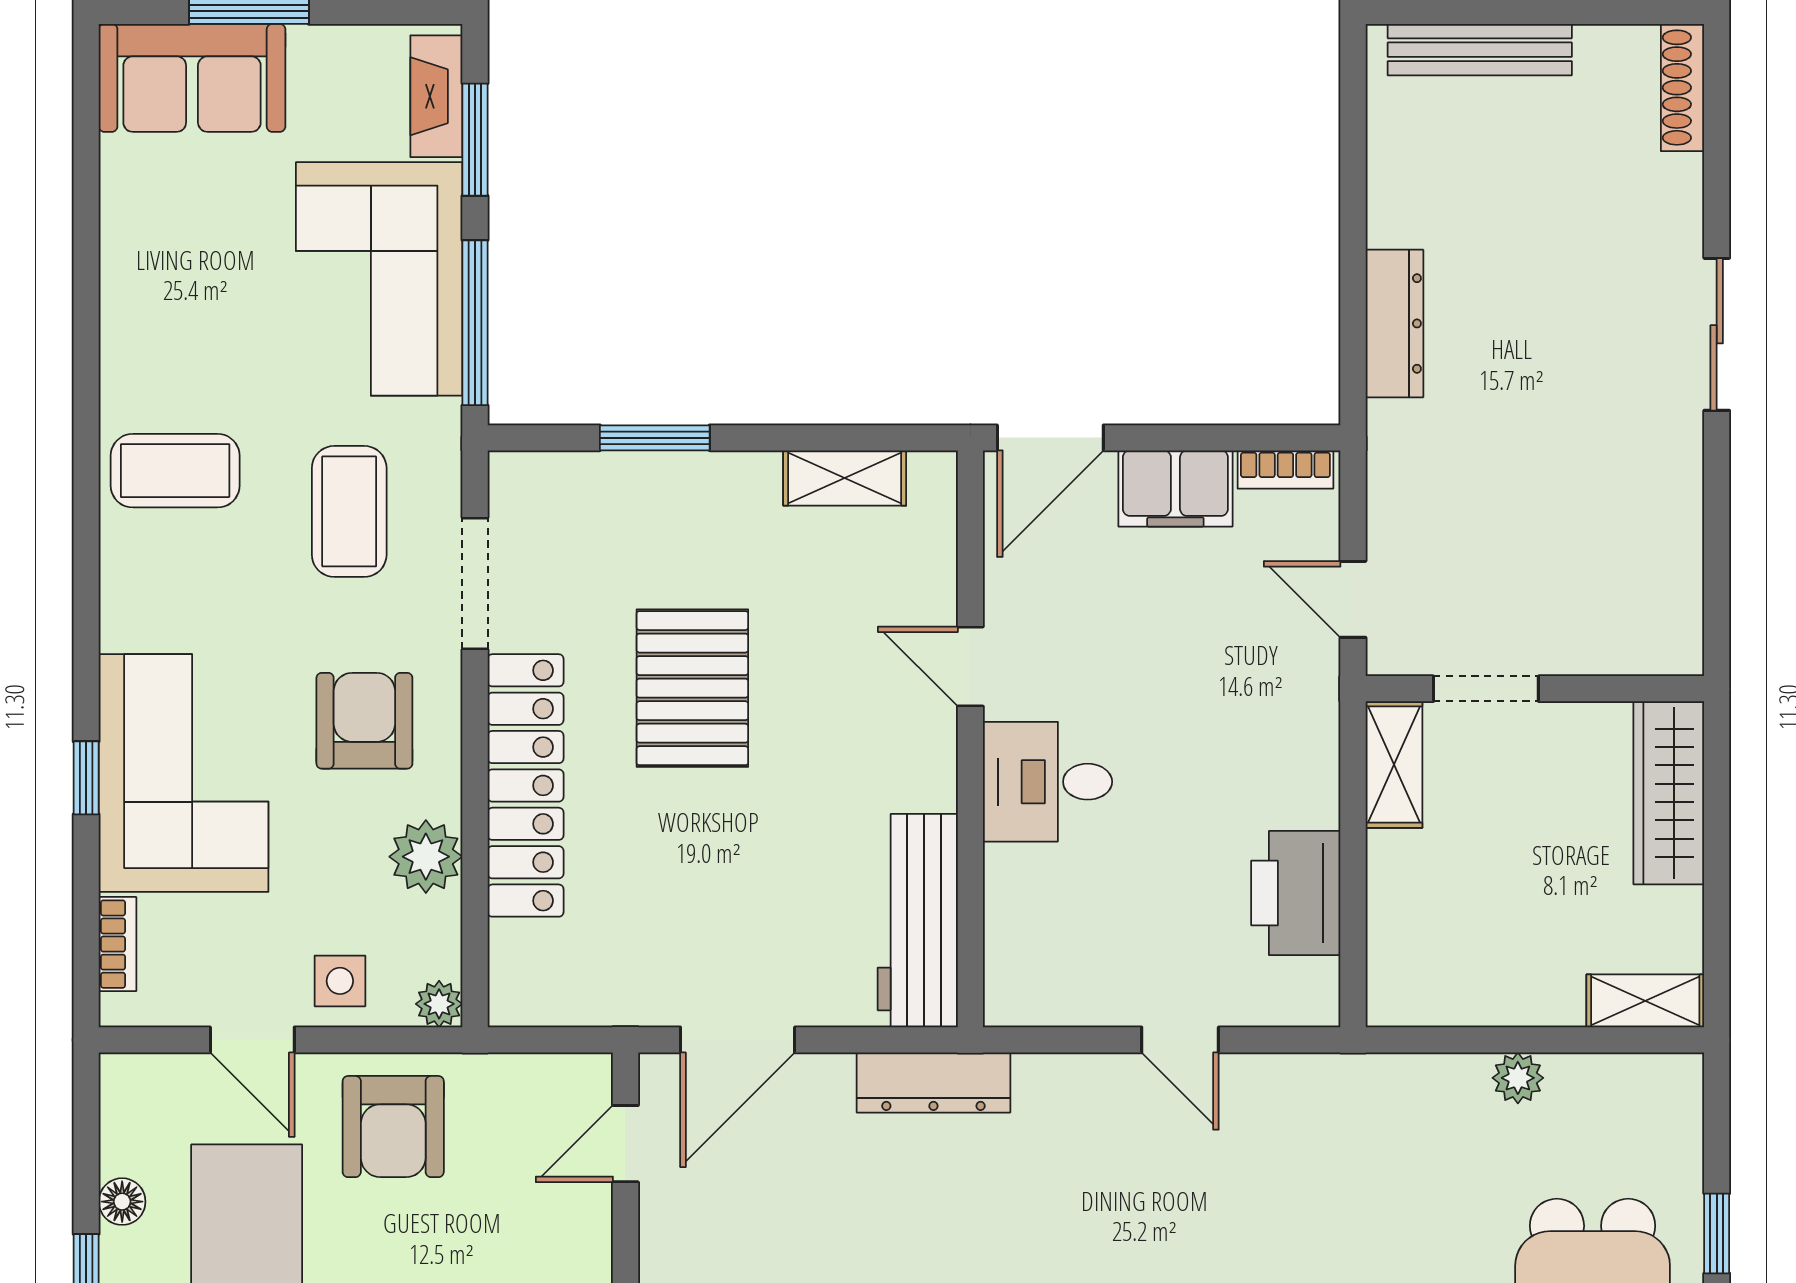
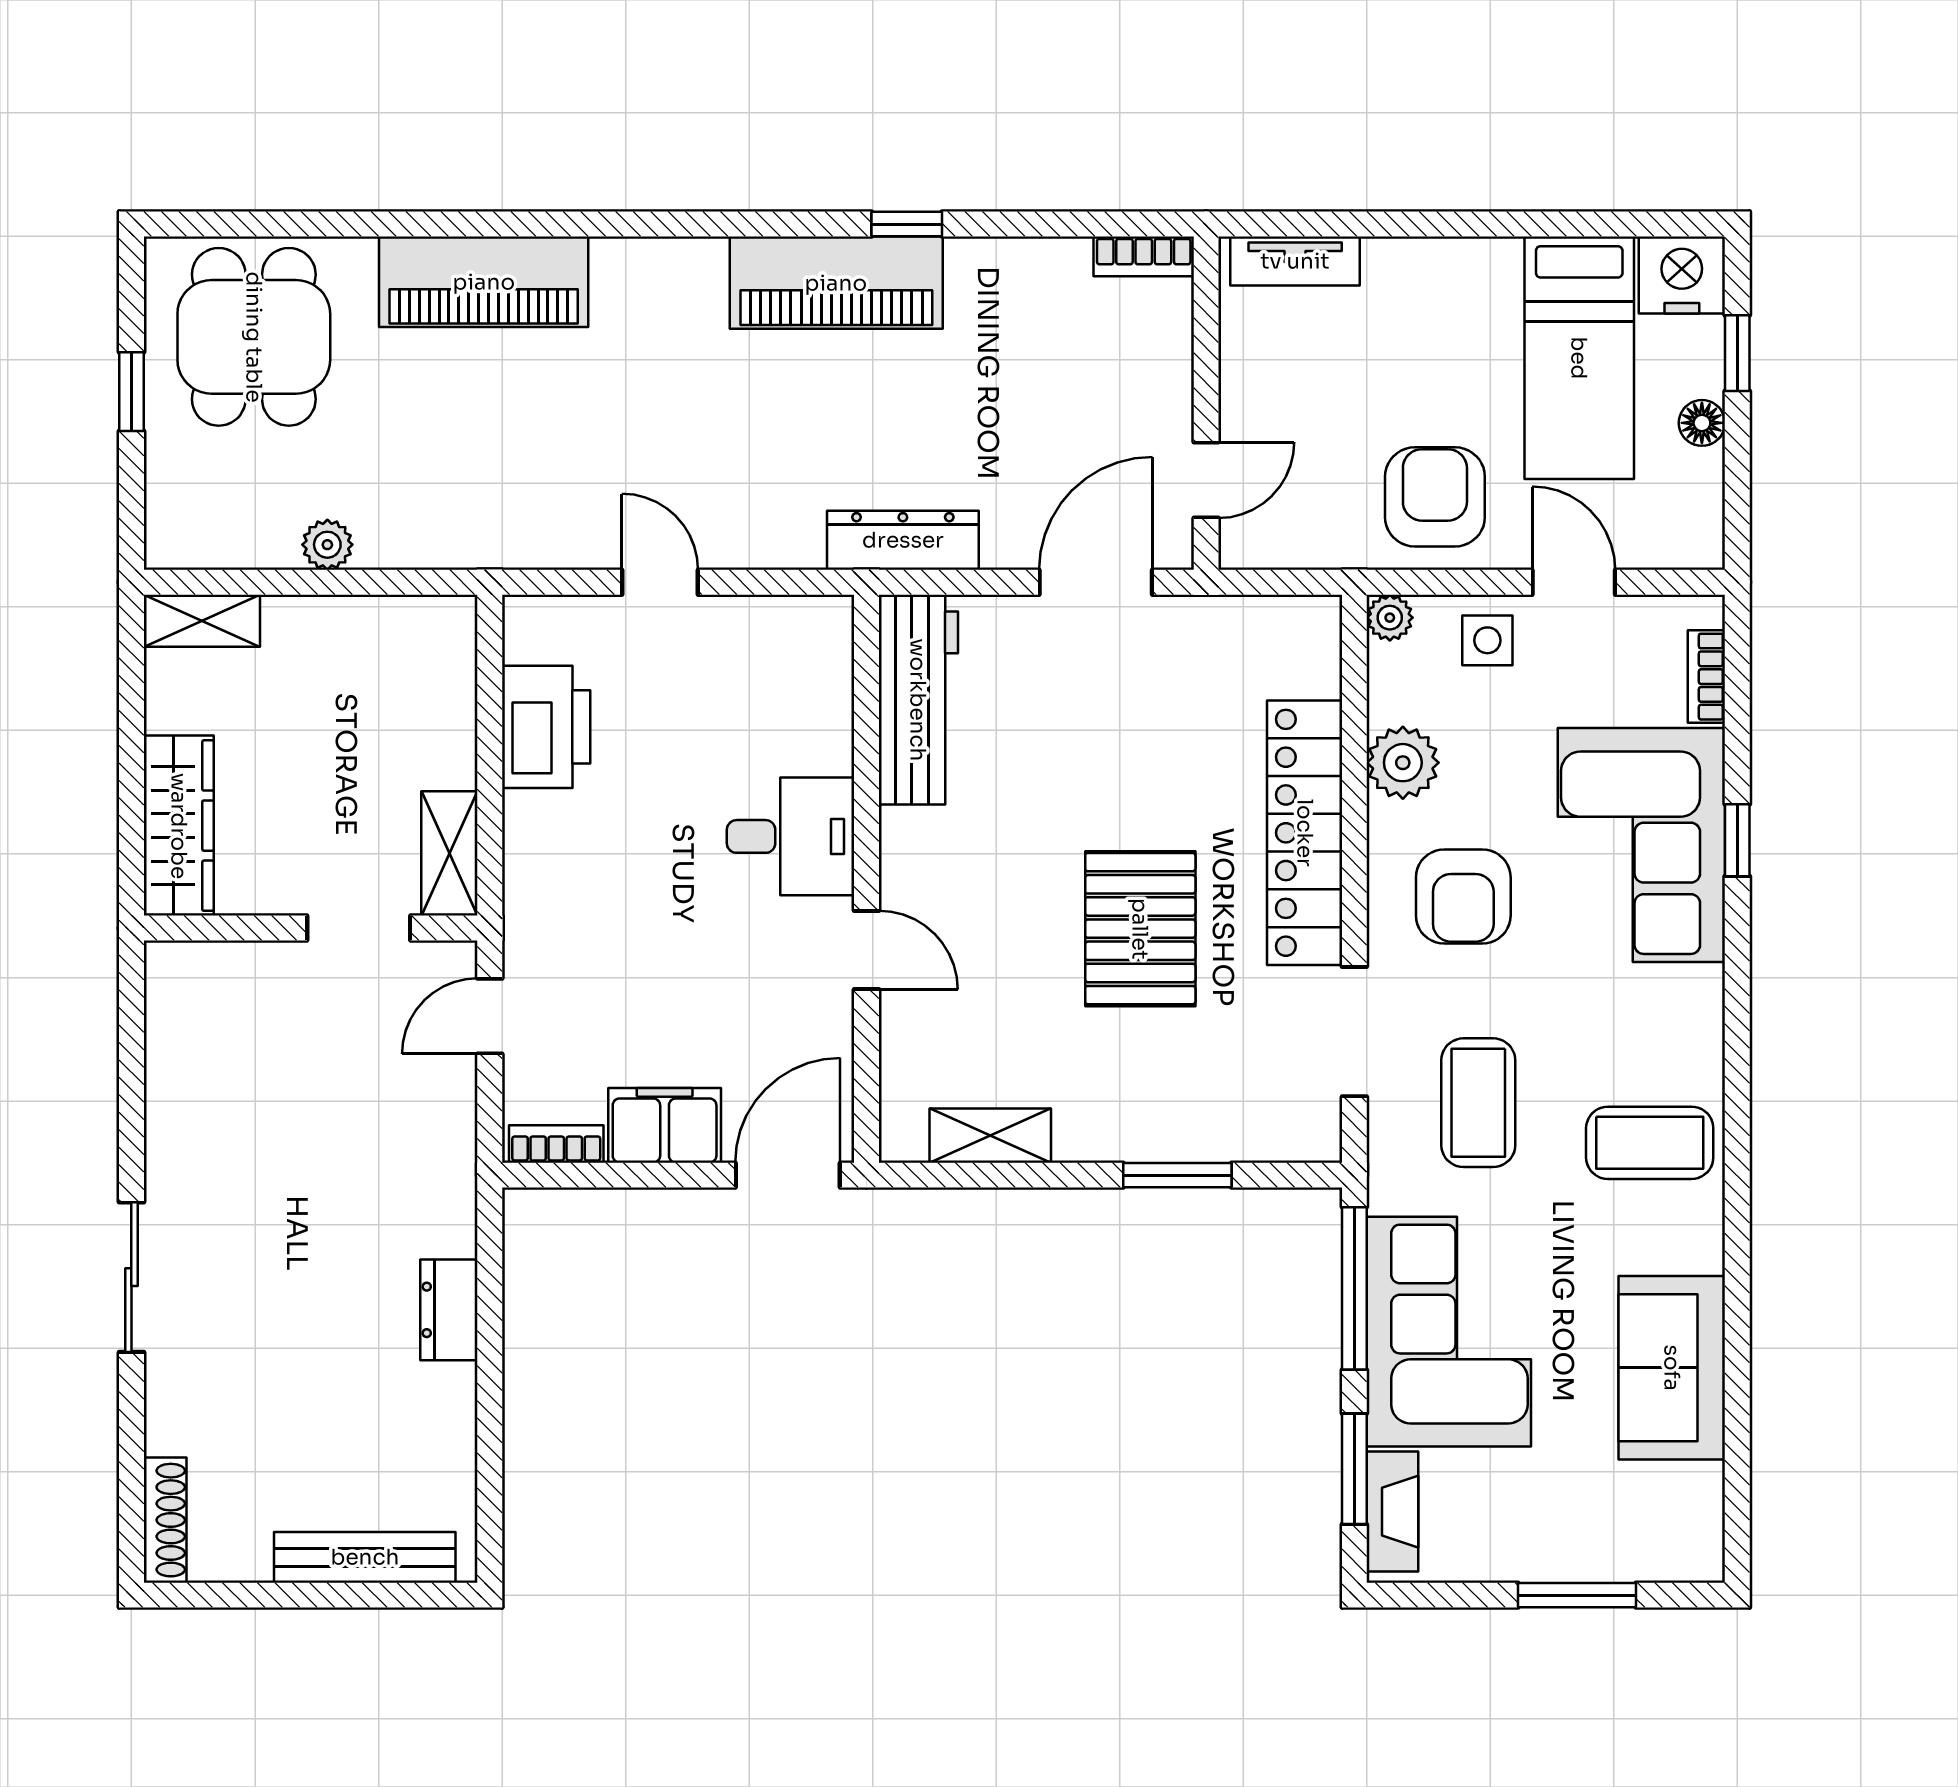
sofa: (192, 78) -> (1672, 1368), moved, turned -90
dresser: (1394, 323) -> (449, 1310), width x0.70
door: (1353, 599) -> (490, 1016), swing flipped

